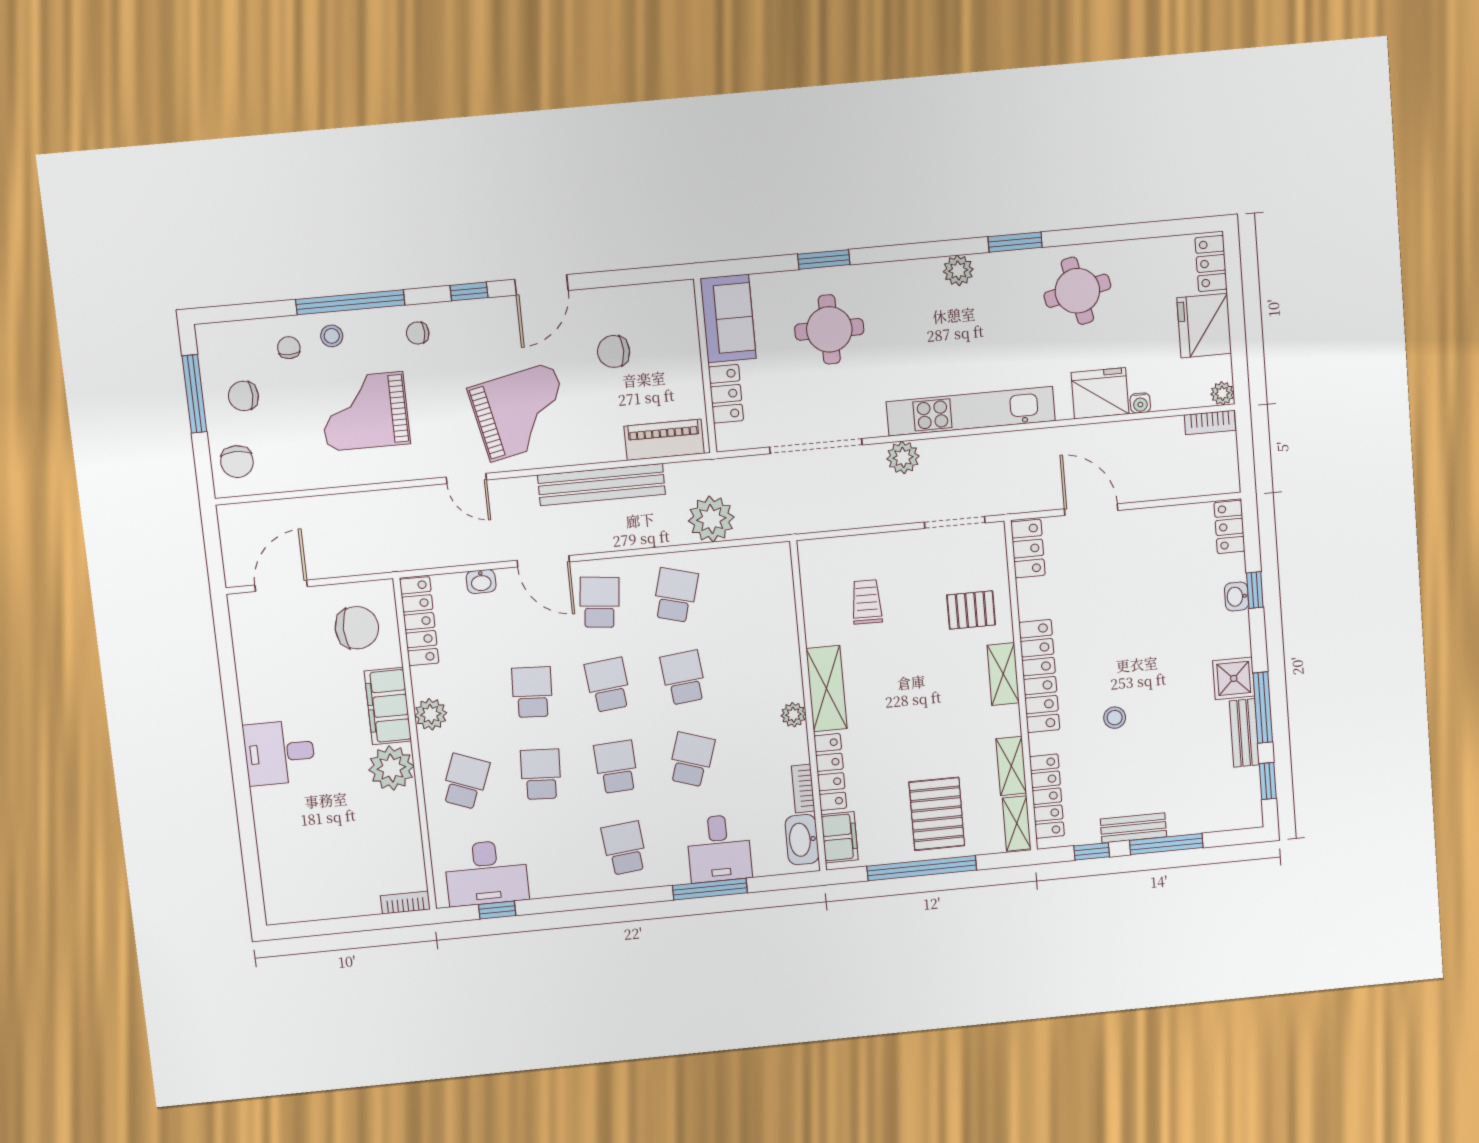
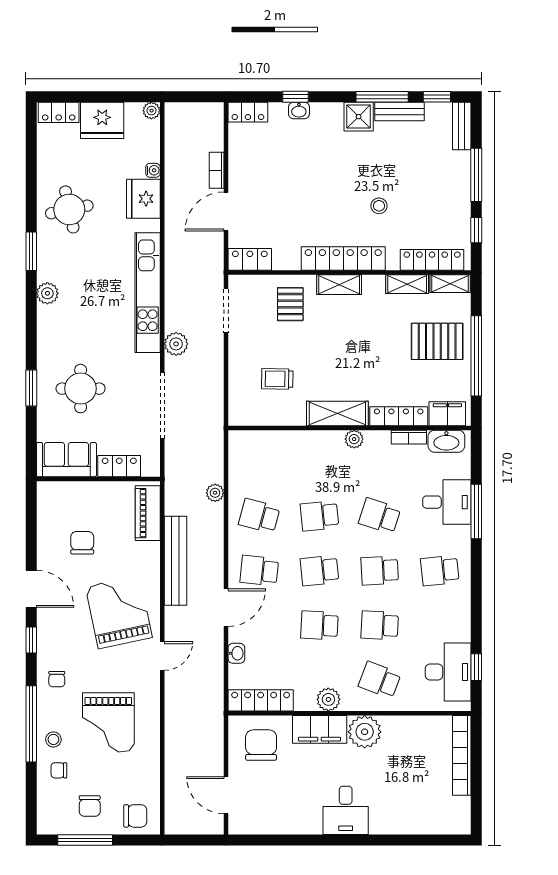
chair: (614, 351) -> (82, 543), turned 180
bookcase: (1210, 423) -> (217, 170), moved, turned 180
plant: (711, 519) -> (215, 493), width x0.53, depth x0.53
bench: (1133, 828) -> (462, 126), moved
bookcase: (405, 902) -> (462, 755), width x2.31, depth x1.31

